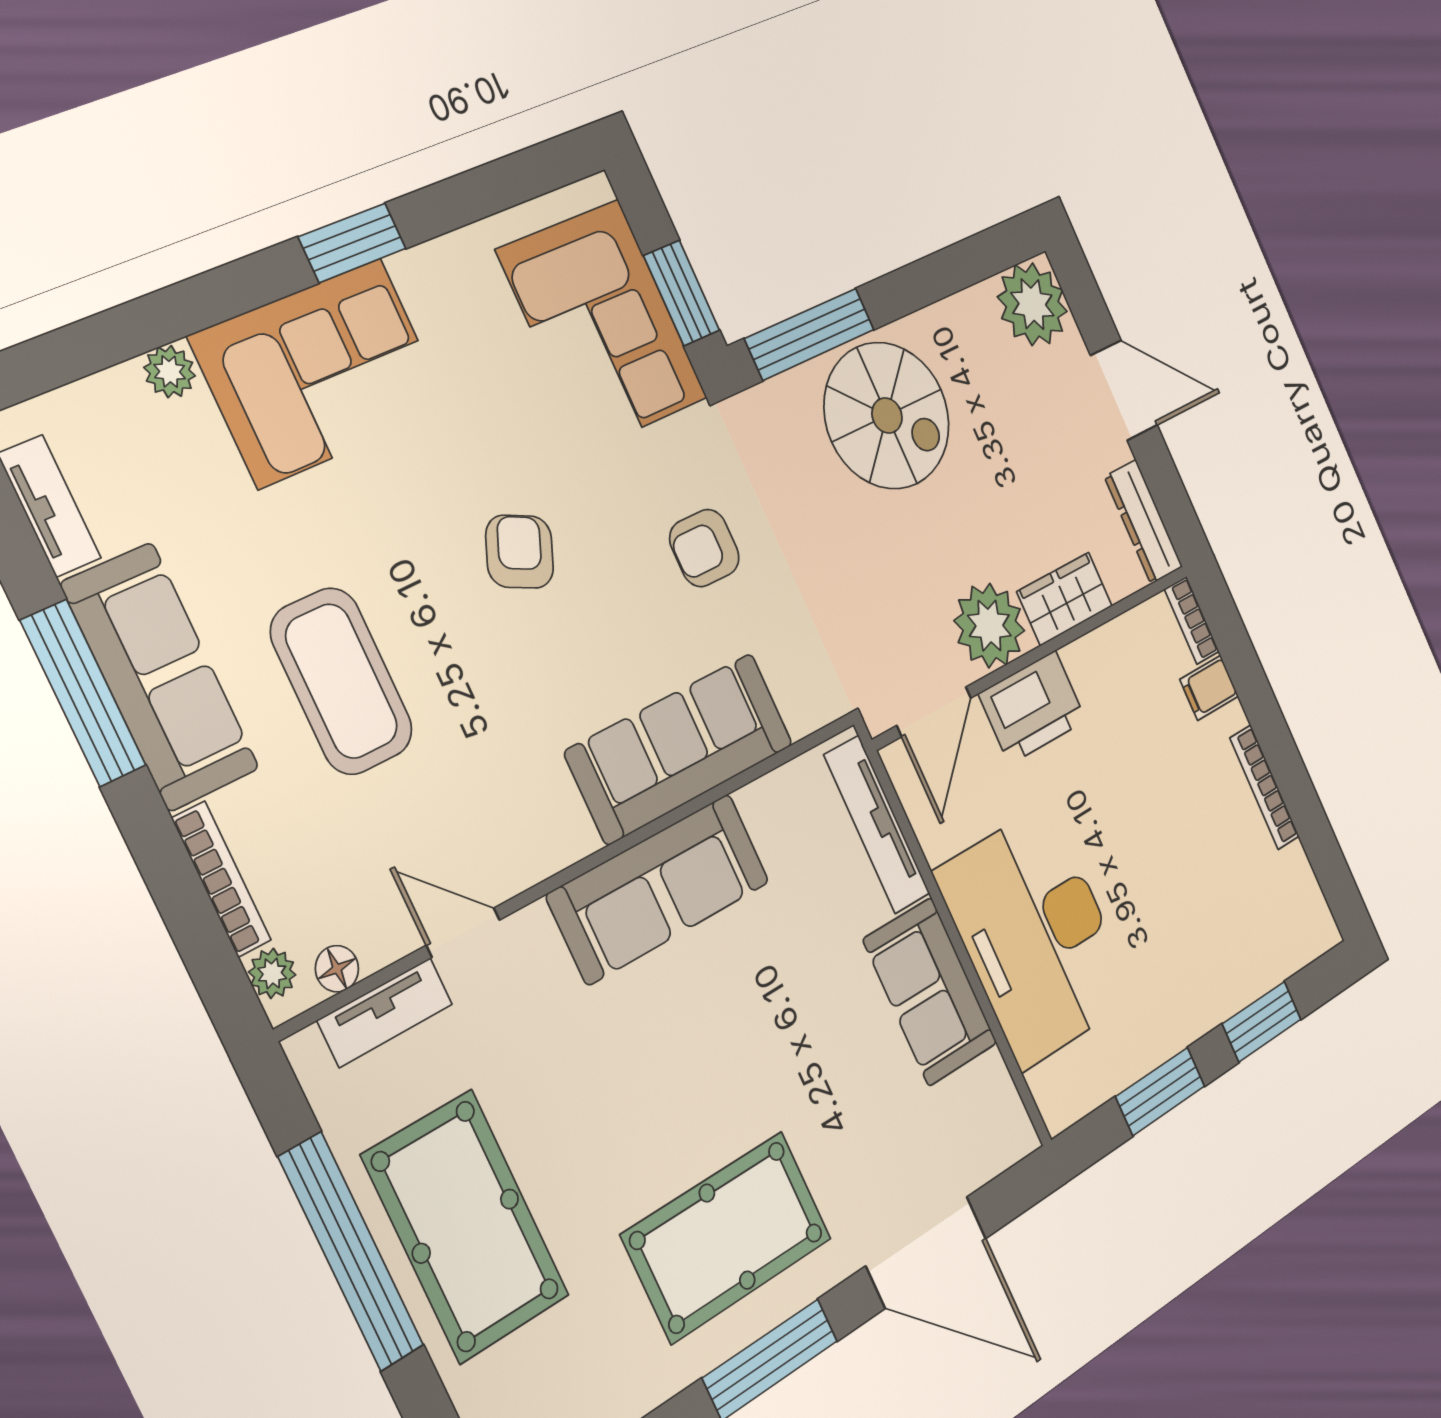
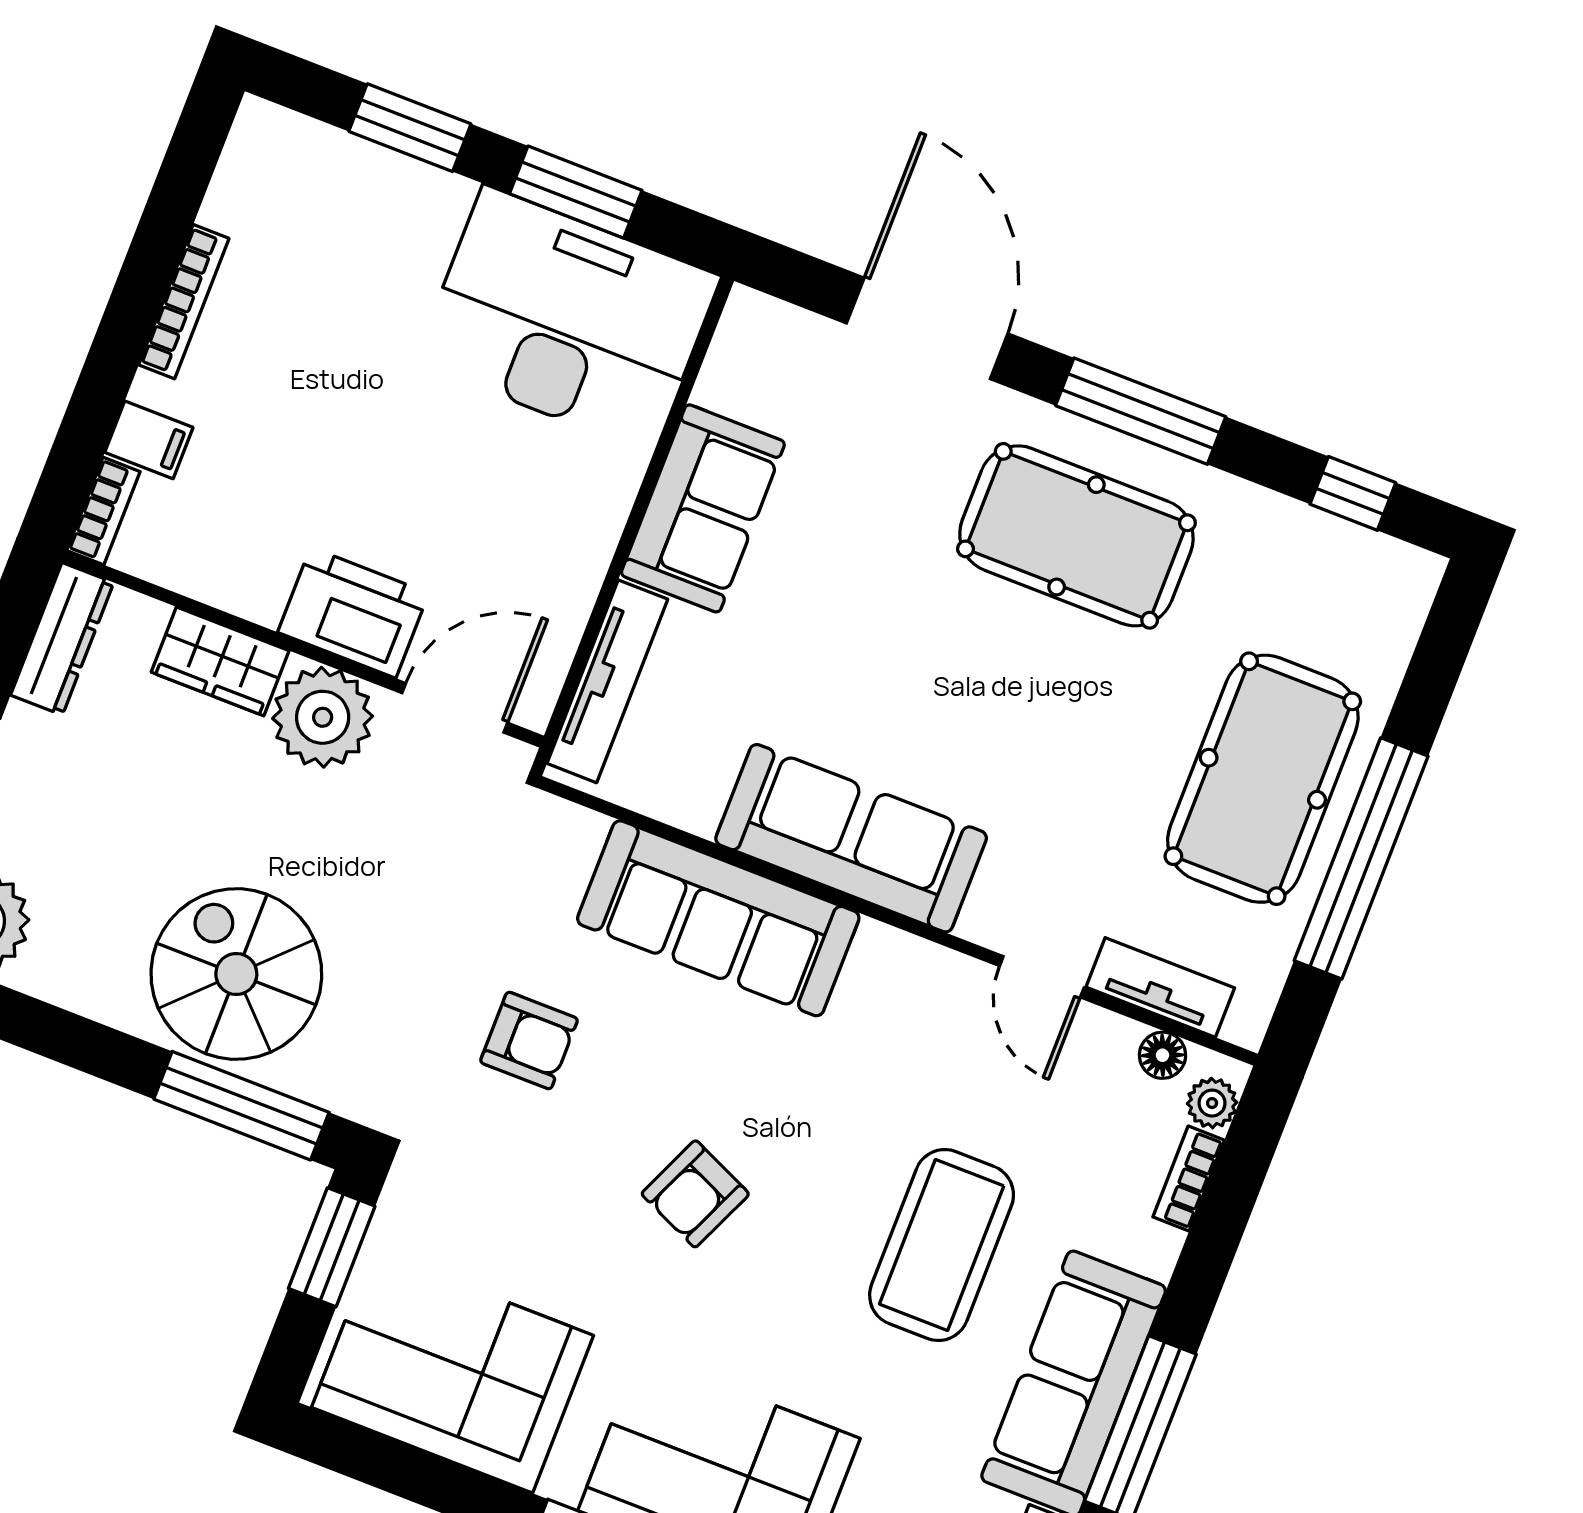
corner sofa: (603, 325) -> (453, 1371), moved, turned -90
bookcase: (221, 879) -> (1189, 1179), width x0.64
desk: (1036, 935) -> (568, 319), moved, turned -90

